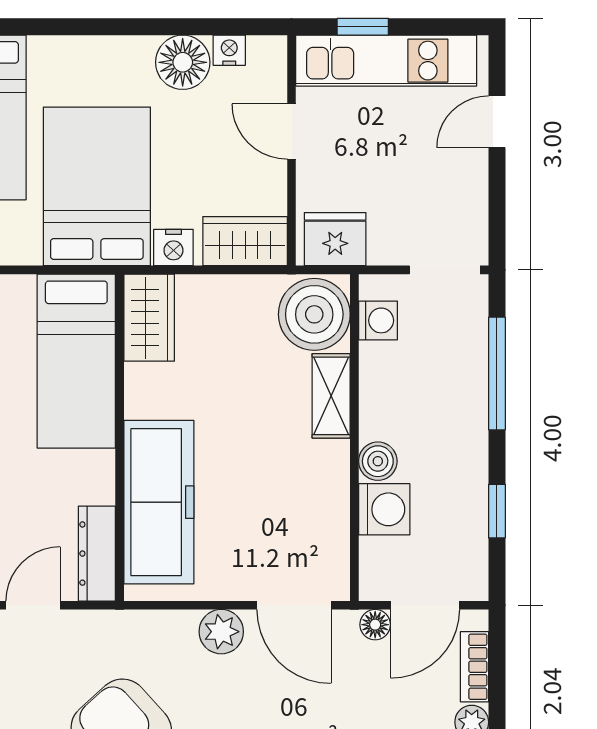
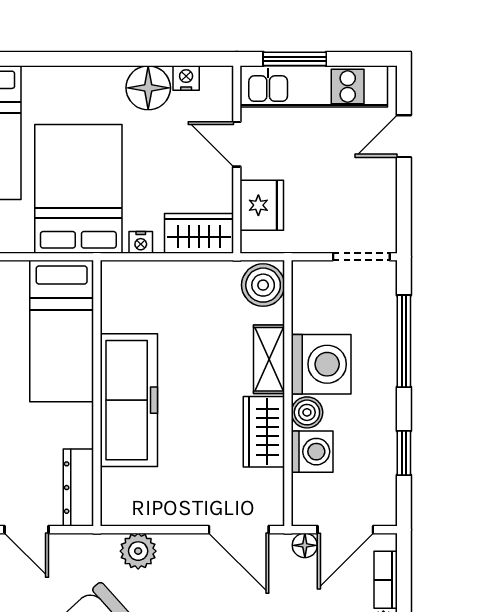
window: (363, 27) -> (295, 59), width x1.50
fridge: (335, 239) -> (262, 205), moved, turned 90
nightstand: (173, 247) -> (141, 242), width x0.72, depth x0.74
boiler: (314, 314) -> (263, 285), width x0.73, depth x0.73
wardrobe: (149, 318) -> (264, 432), moved, turned 180
washing machine: (378, 320) -> (321, 364), moved, width x1.89, depth x1.89
freezer: (159, 502) -> (129, 400), moved
door: (33, 605) -> (26, 530), swing flipped
plant: (221, 632) -> (138, 551), moved

